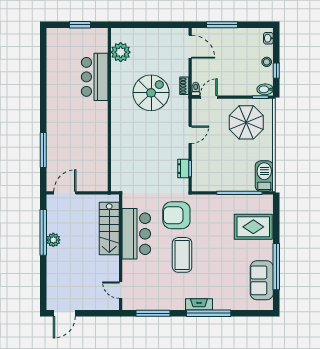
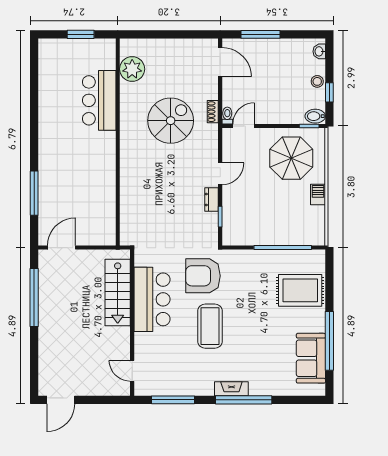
dresser: (183, 169) -> (212, 200), moved
barbecue: (264, 176) -> (318, 194), moved, width x0.53, depth x0.65
plant: (53, 240) -> (47, 307), removed

